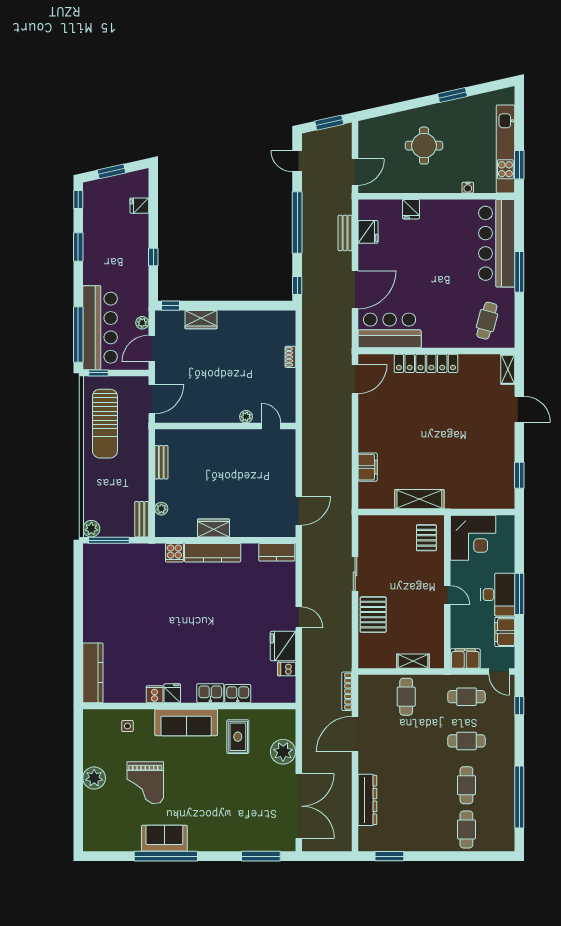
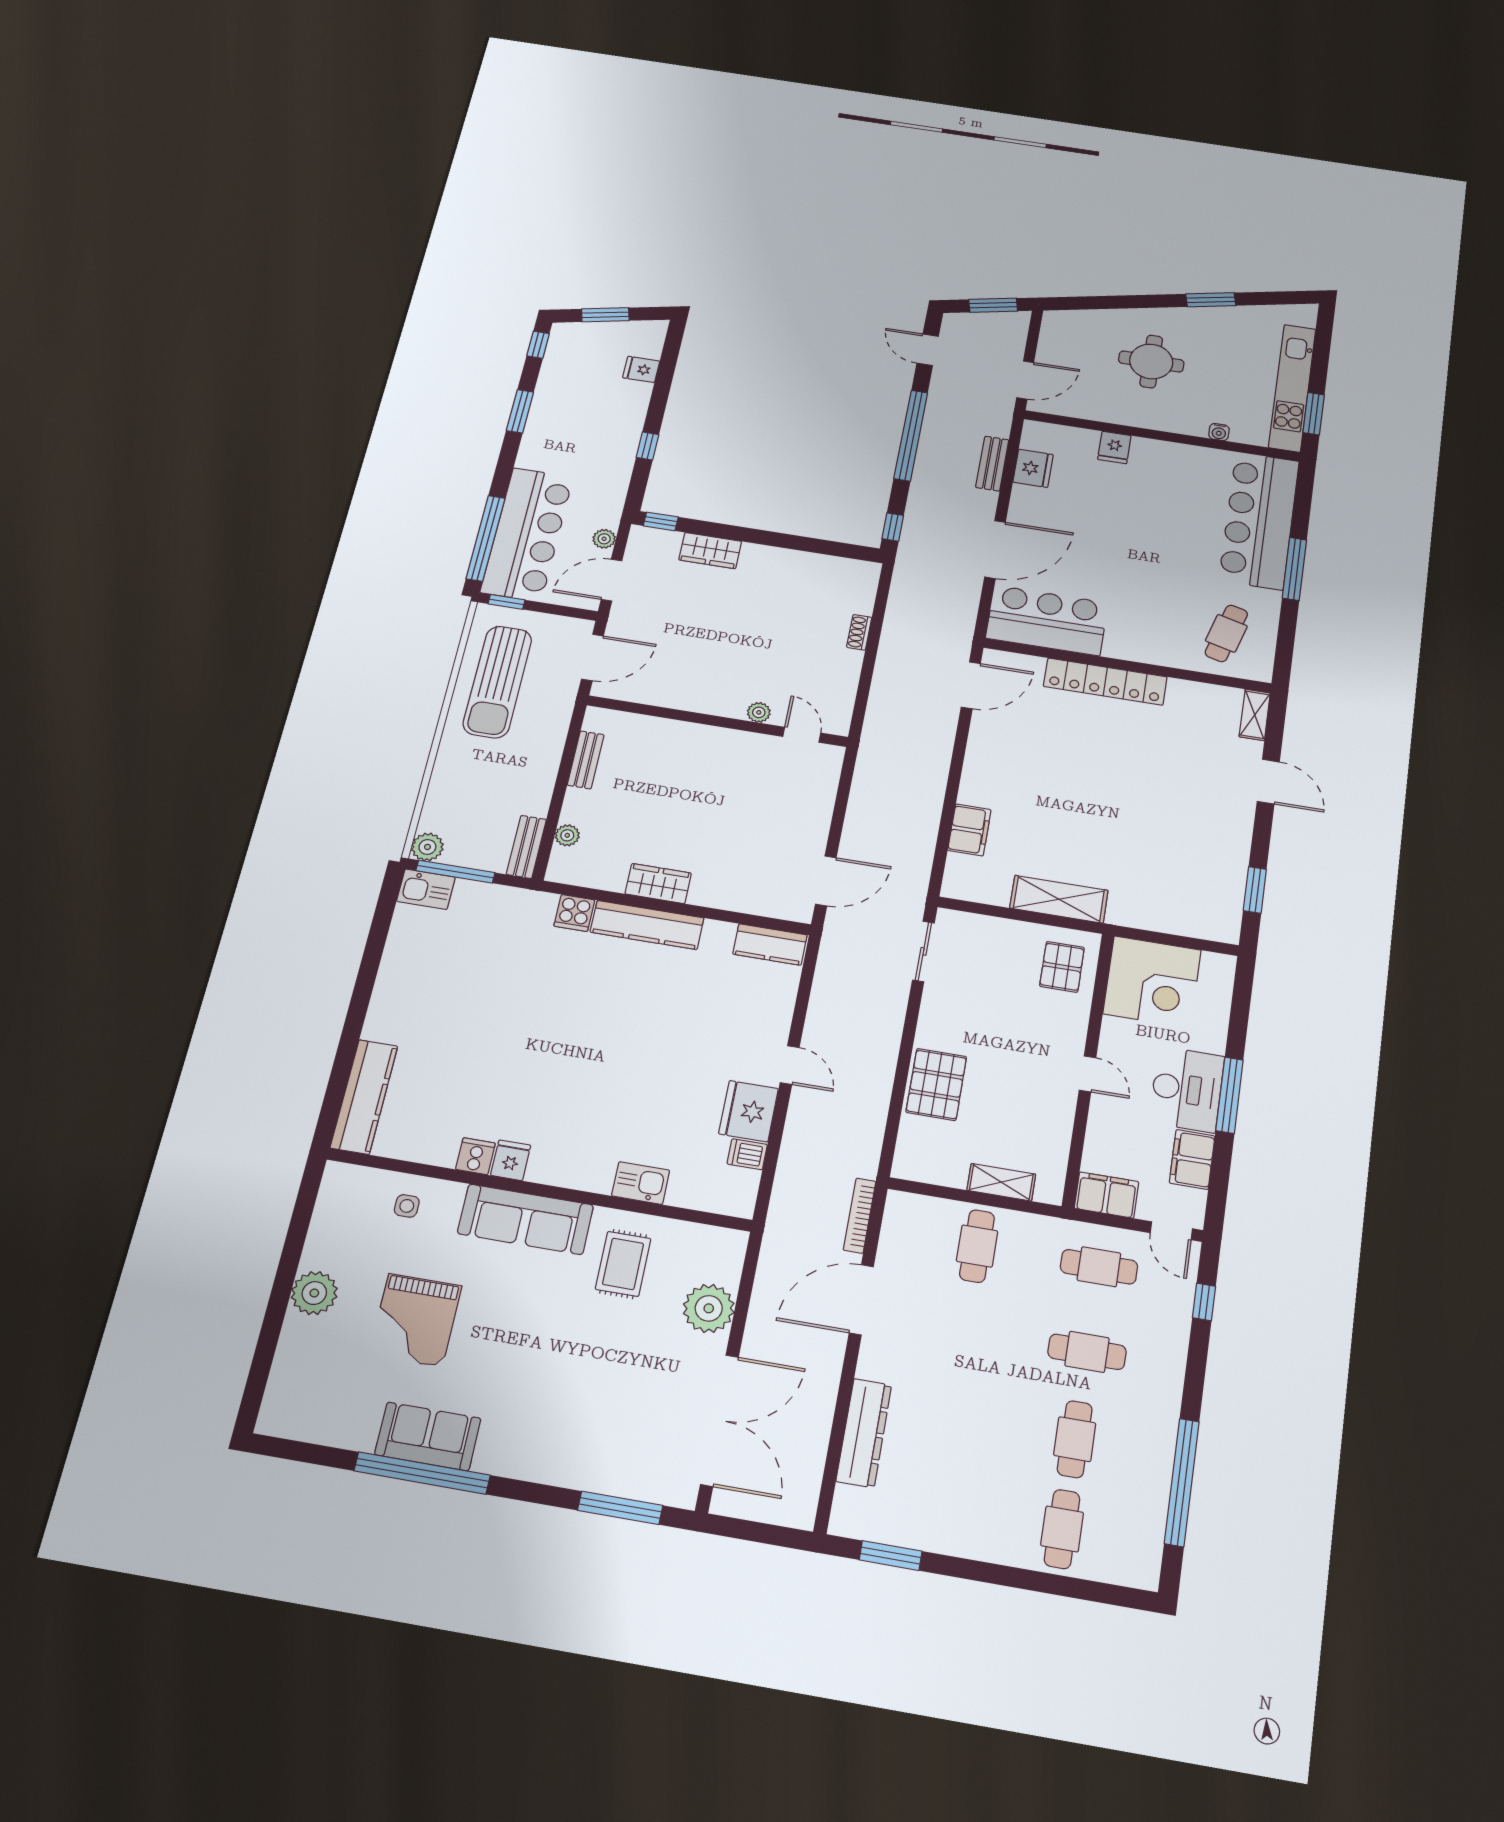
sliding door: (355, 574) -> (923, 951), moved
kitchen sink: (210, 693) -> (426, 889), moved, turned 180

